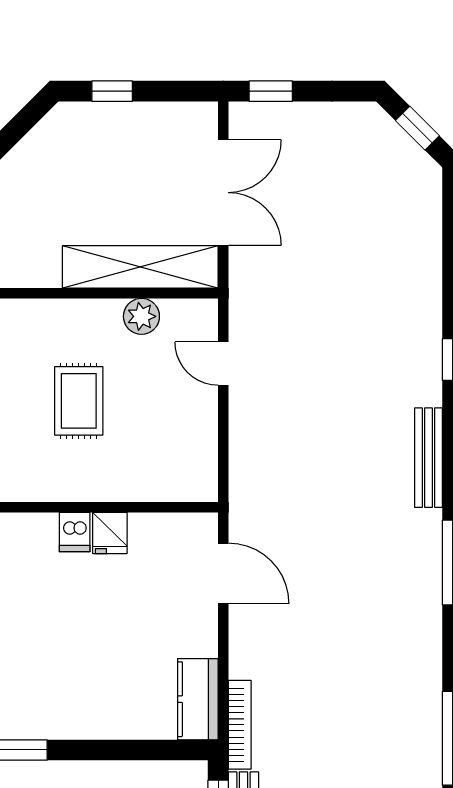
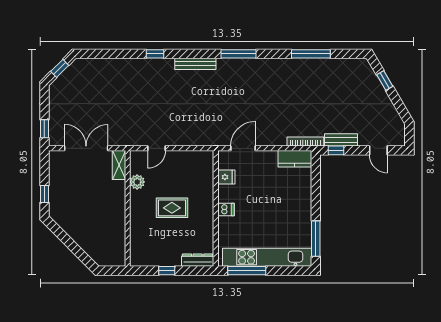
shelving: (140, 267) -> (119, 165), width x0.45, depth x0.75
fridge: (110, 533) -> (226, 177), moved

